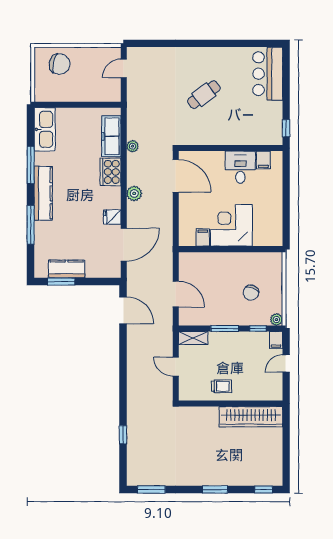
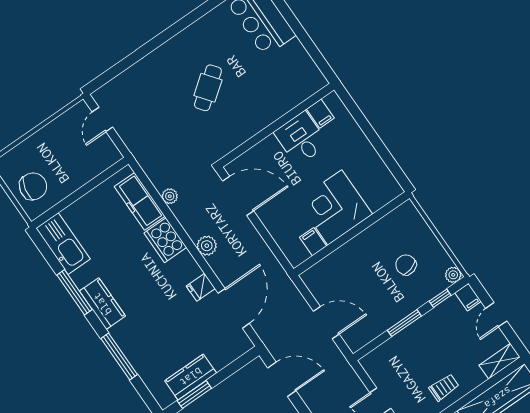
chair: (60, 64) -> (33, 186), moved
window: (286, 128) -> (321, 62), removed
kitchen counter: (43, 193) -> (102, 304), width x0.67
chair: (251, 293) -> (406, 265), turned 144
shelving: (193, 338) -> (500, 361), moved

